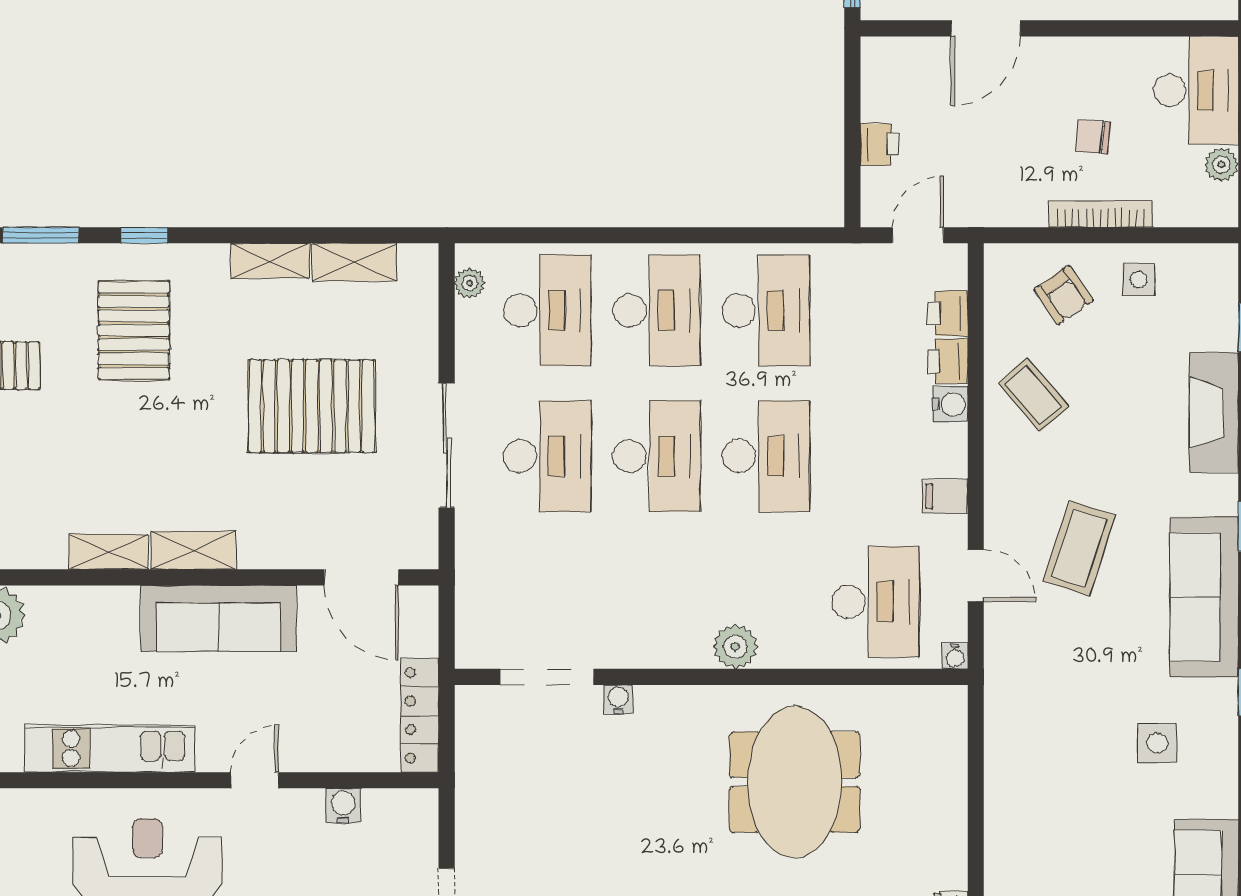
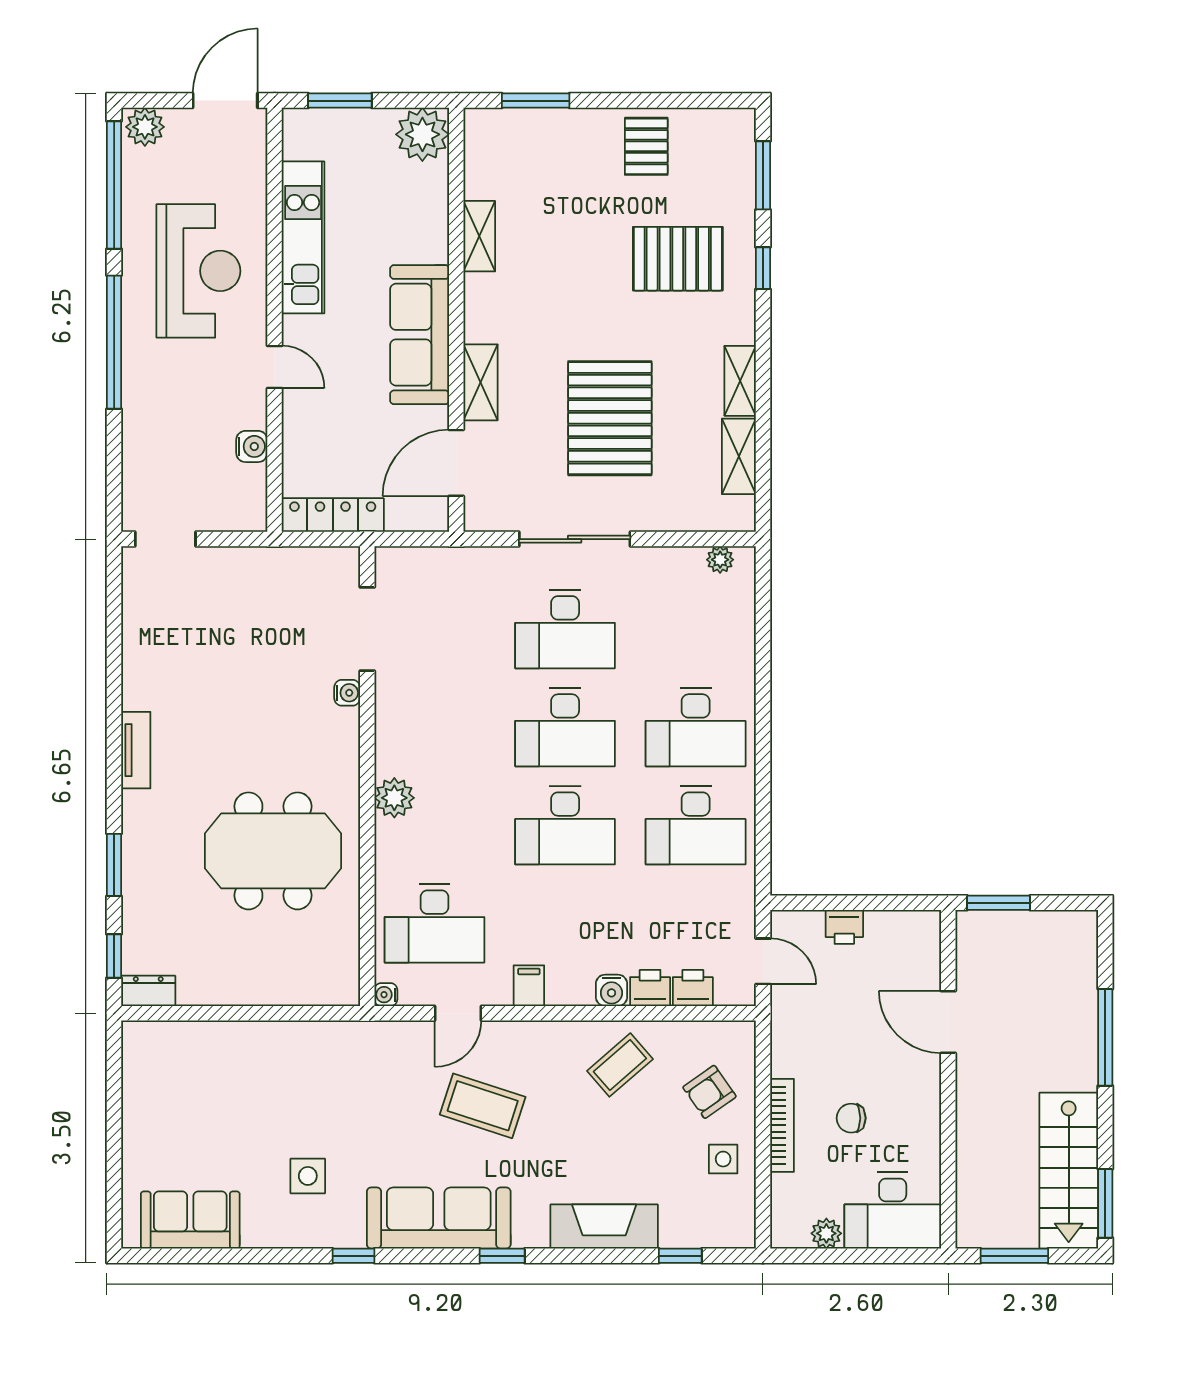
chair: (1093, 137) -> (851, 1118), turned -95
desk: (547, 310) -> (696, 629), removed
shelving: (194, 550) -> (481, 382), moved

